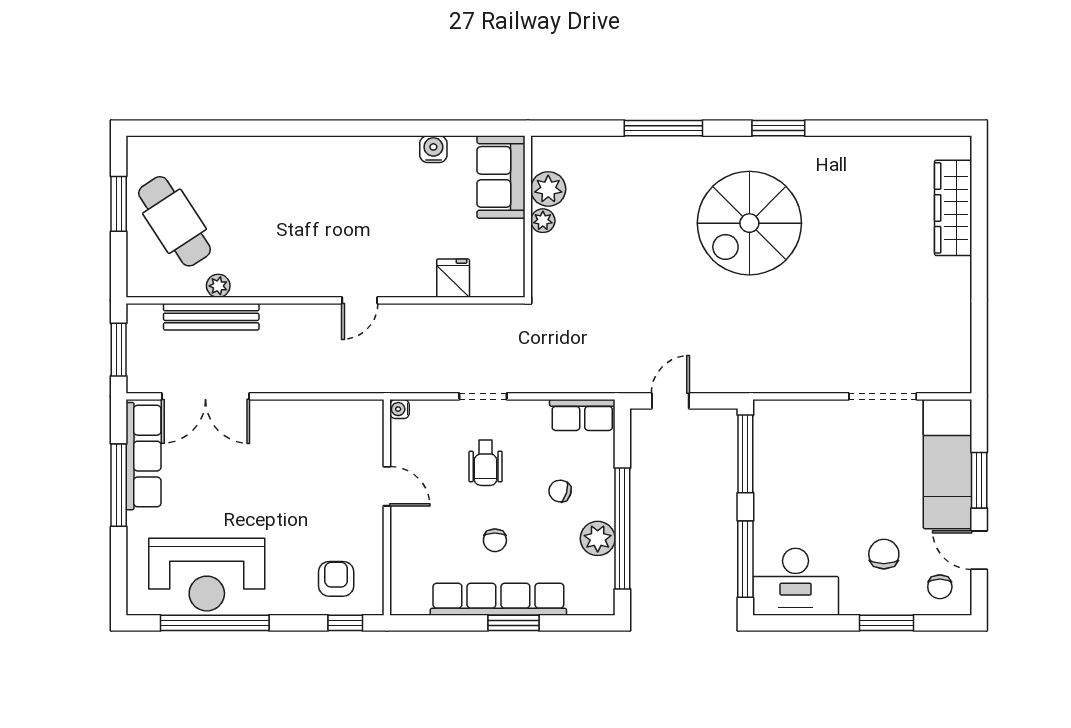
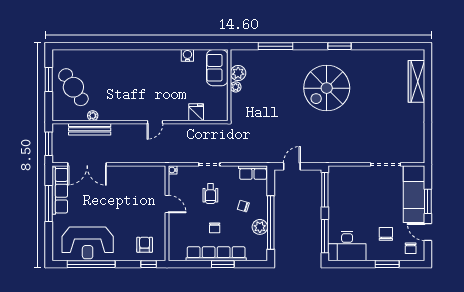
window: (663, 128) -> (275, 46), moved

